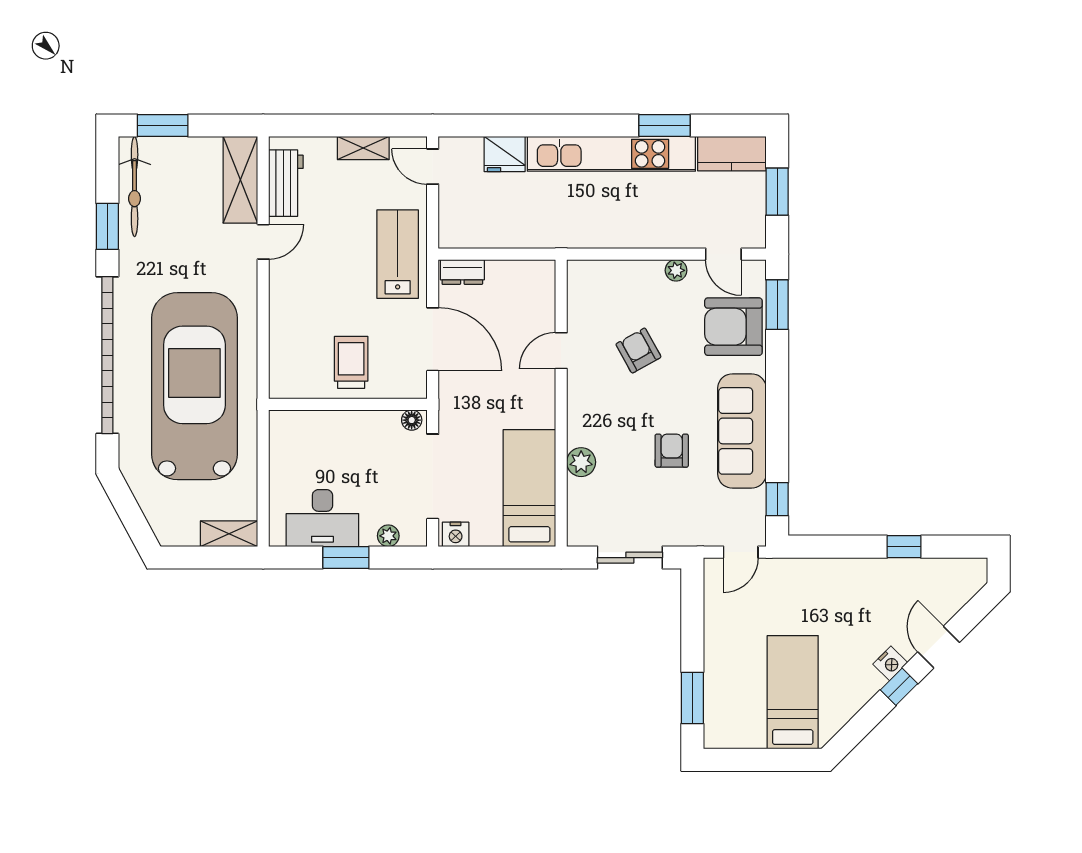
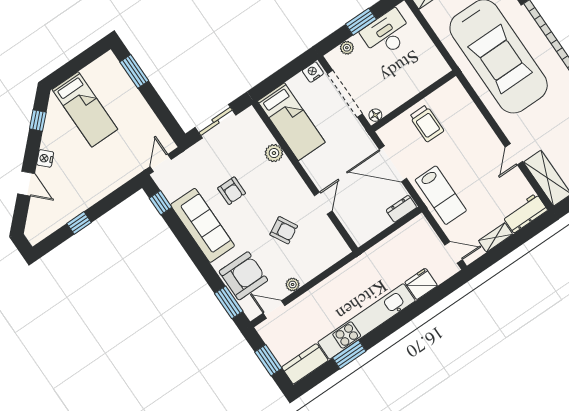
workbench: (286, 183) -> (525, 213), moved, turned 90
window: (899, 687) -> (38, 121), moved

